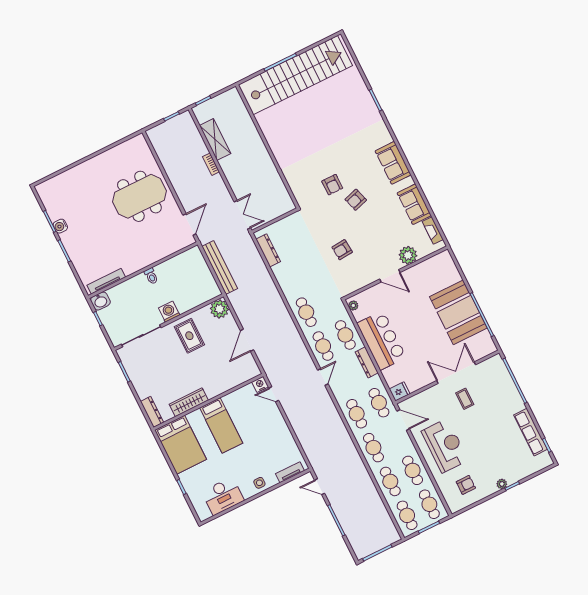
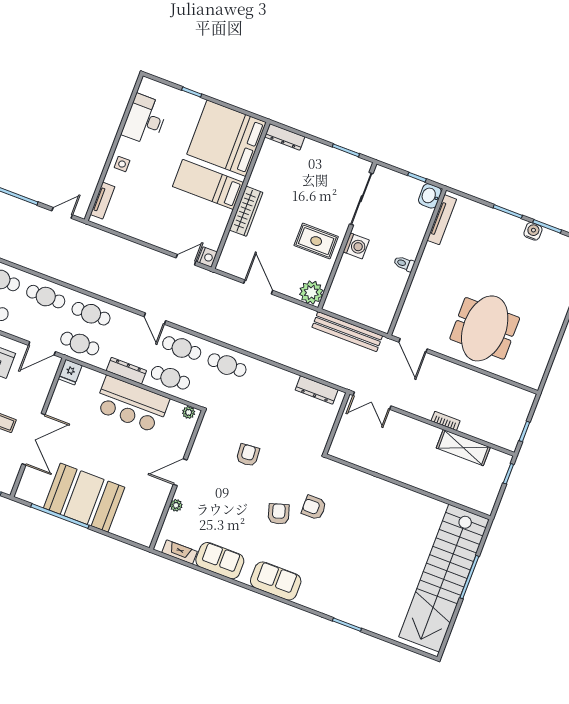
plant: (408, 255) -> (176, 505), width x0.53, depth x0.53
wardrobe: (189, 402) -> (246, 211), moved
bed: (181, 445) -> (227, 138), width x1.36

